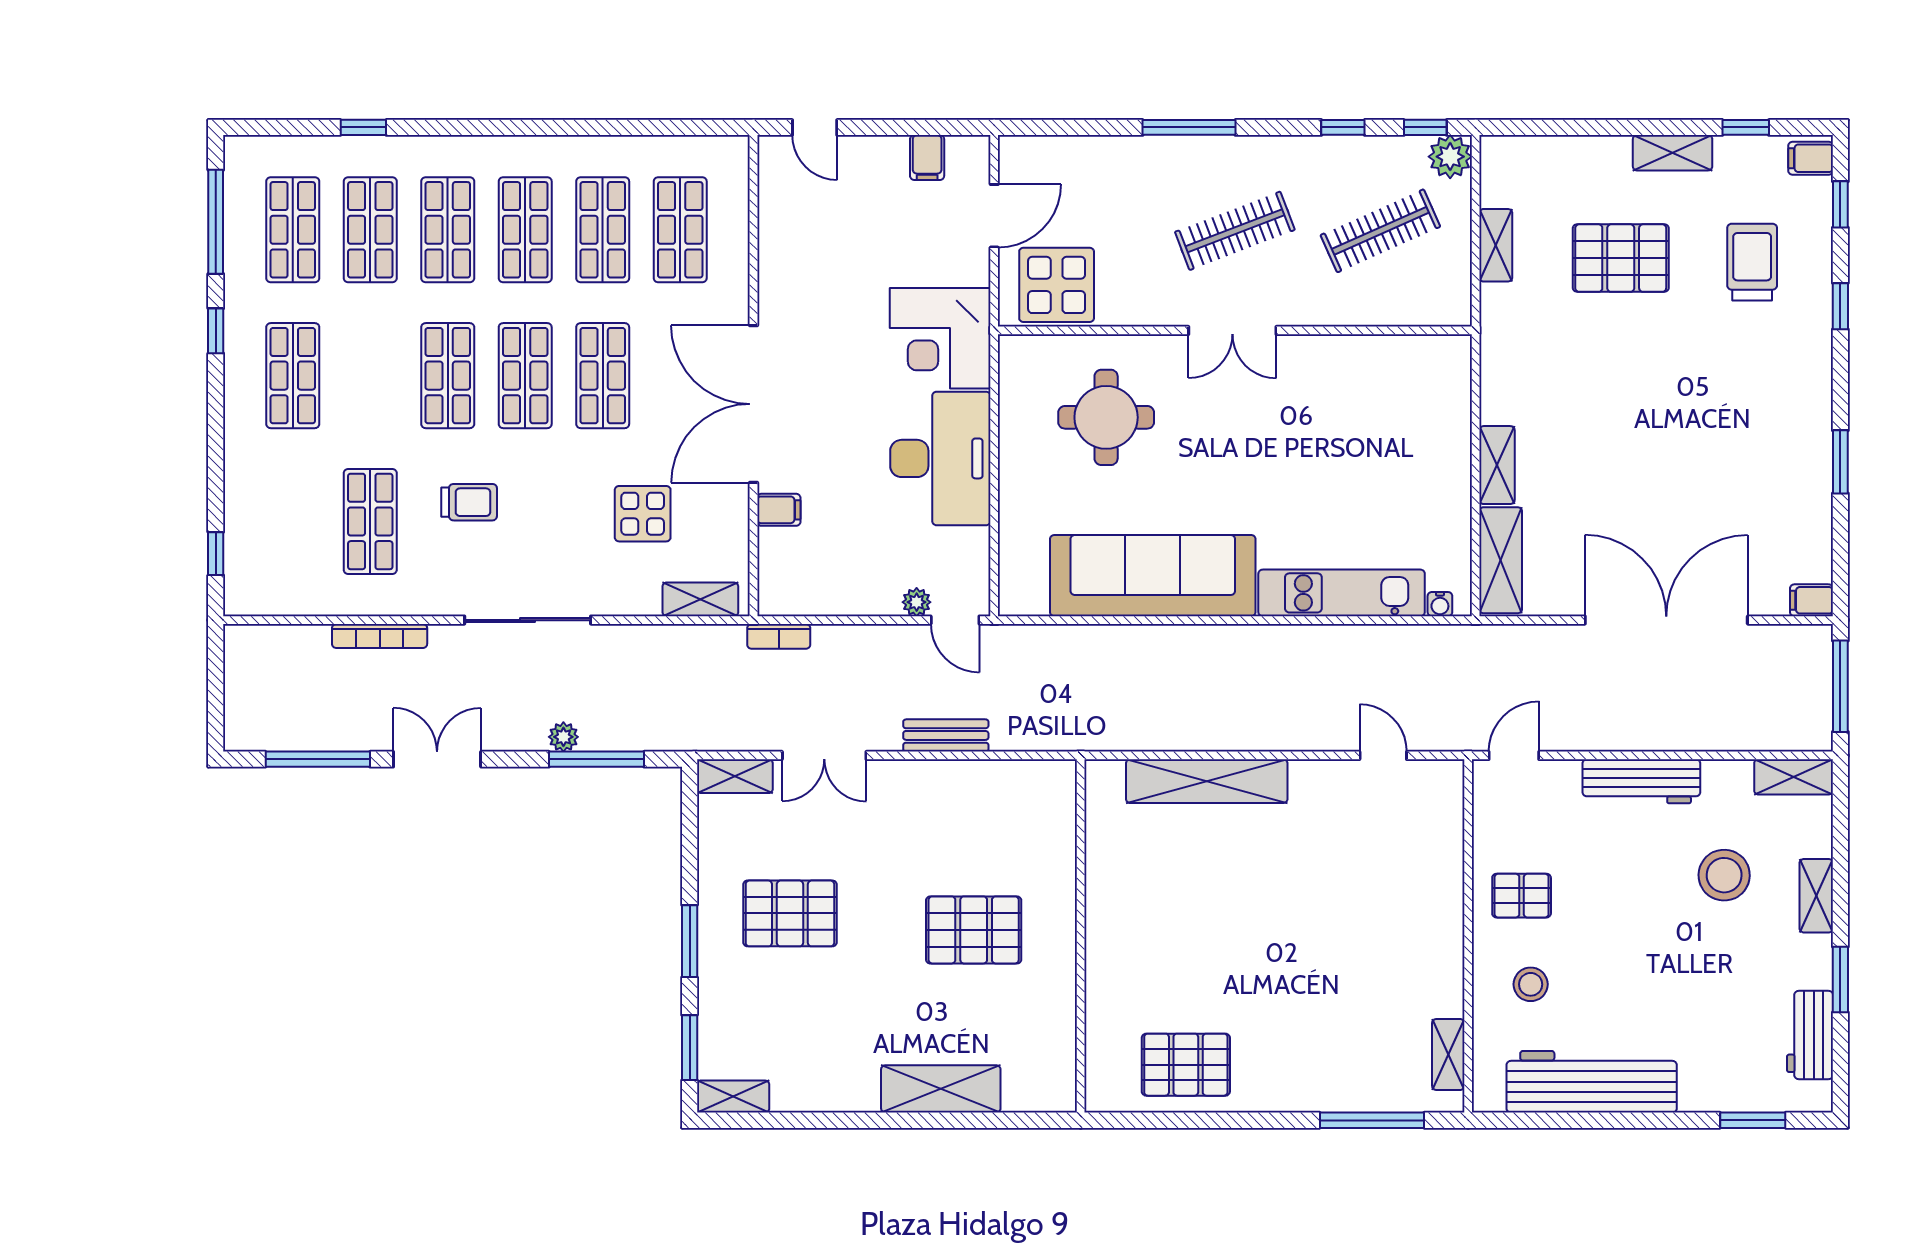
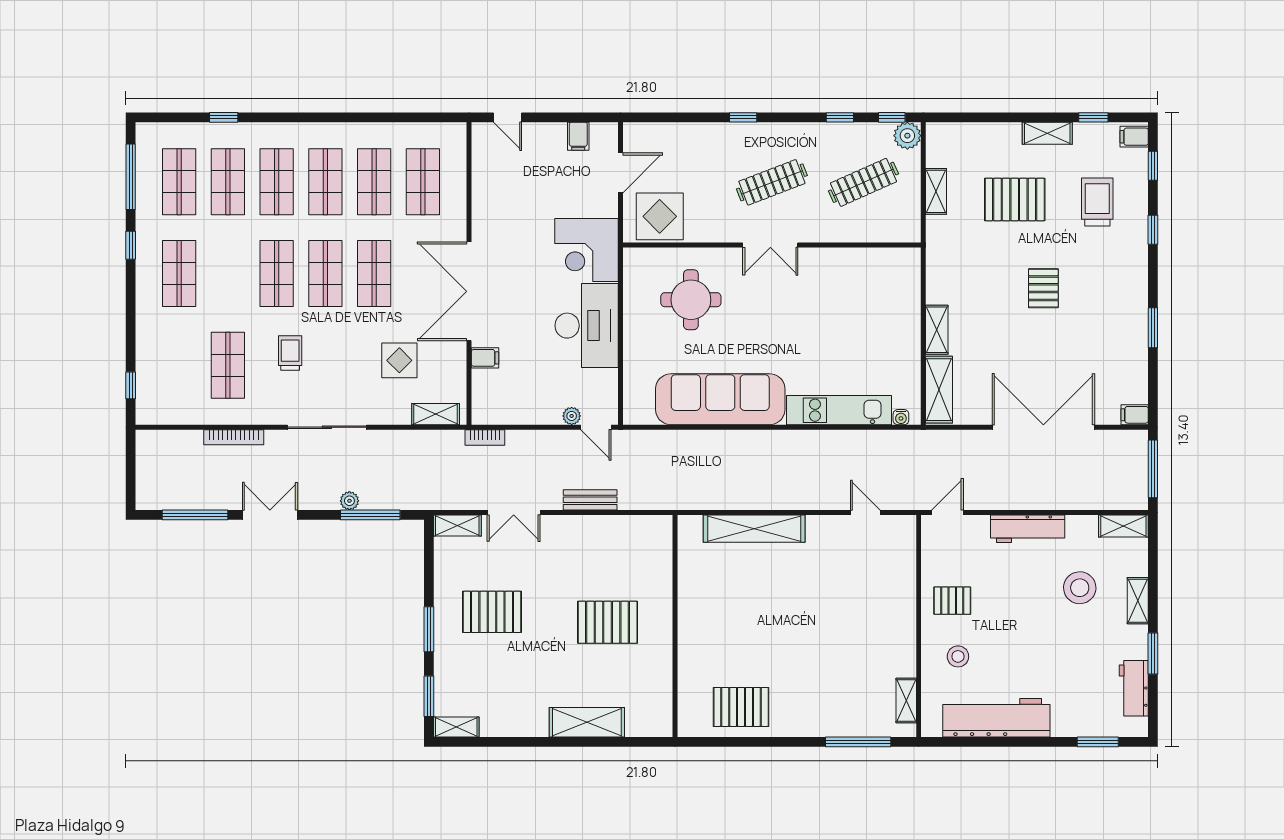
window: (1189, 127) -> (743, 117), width x0.46
pallet: (1666, 399) -> (1043, 288), added
trolley: (469, 502) -> (290, 353), turned -90

